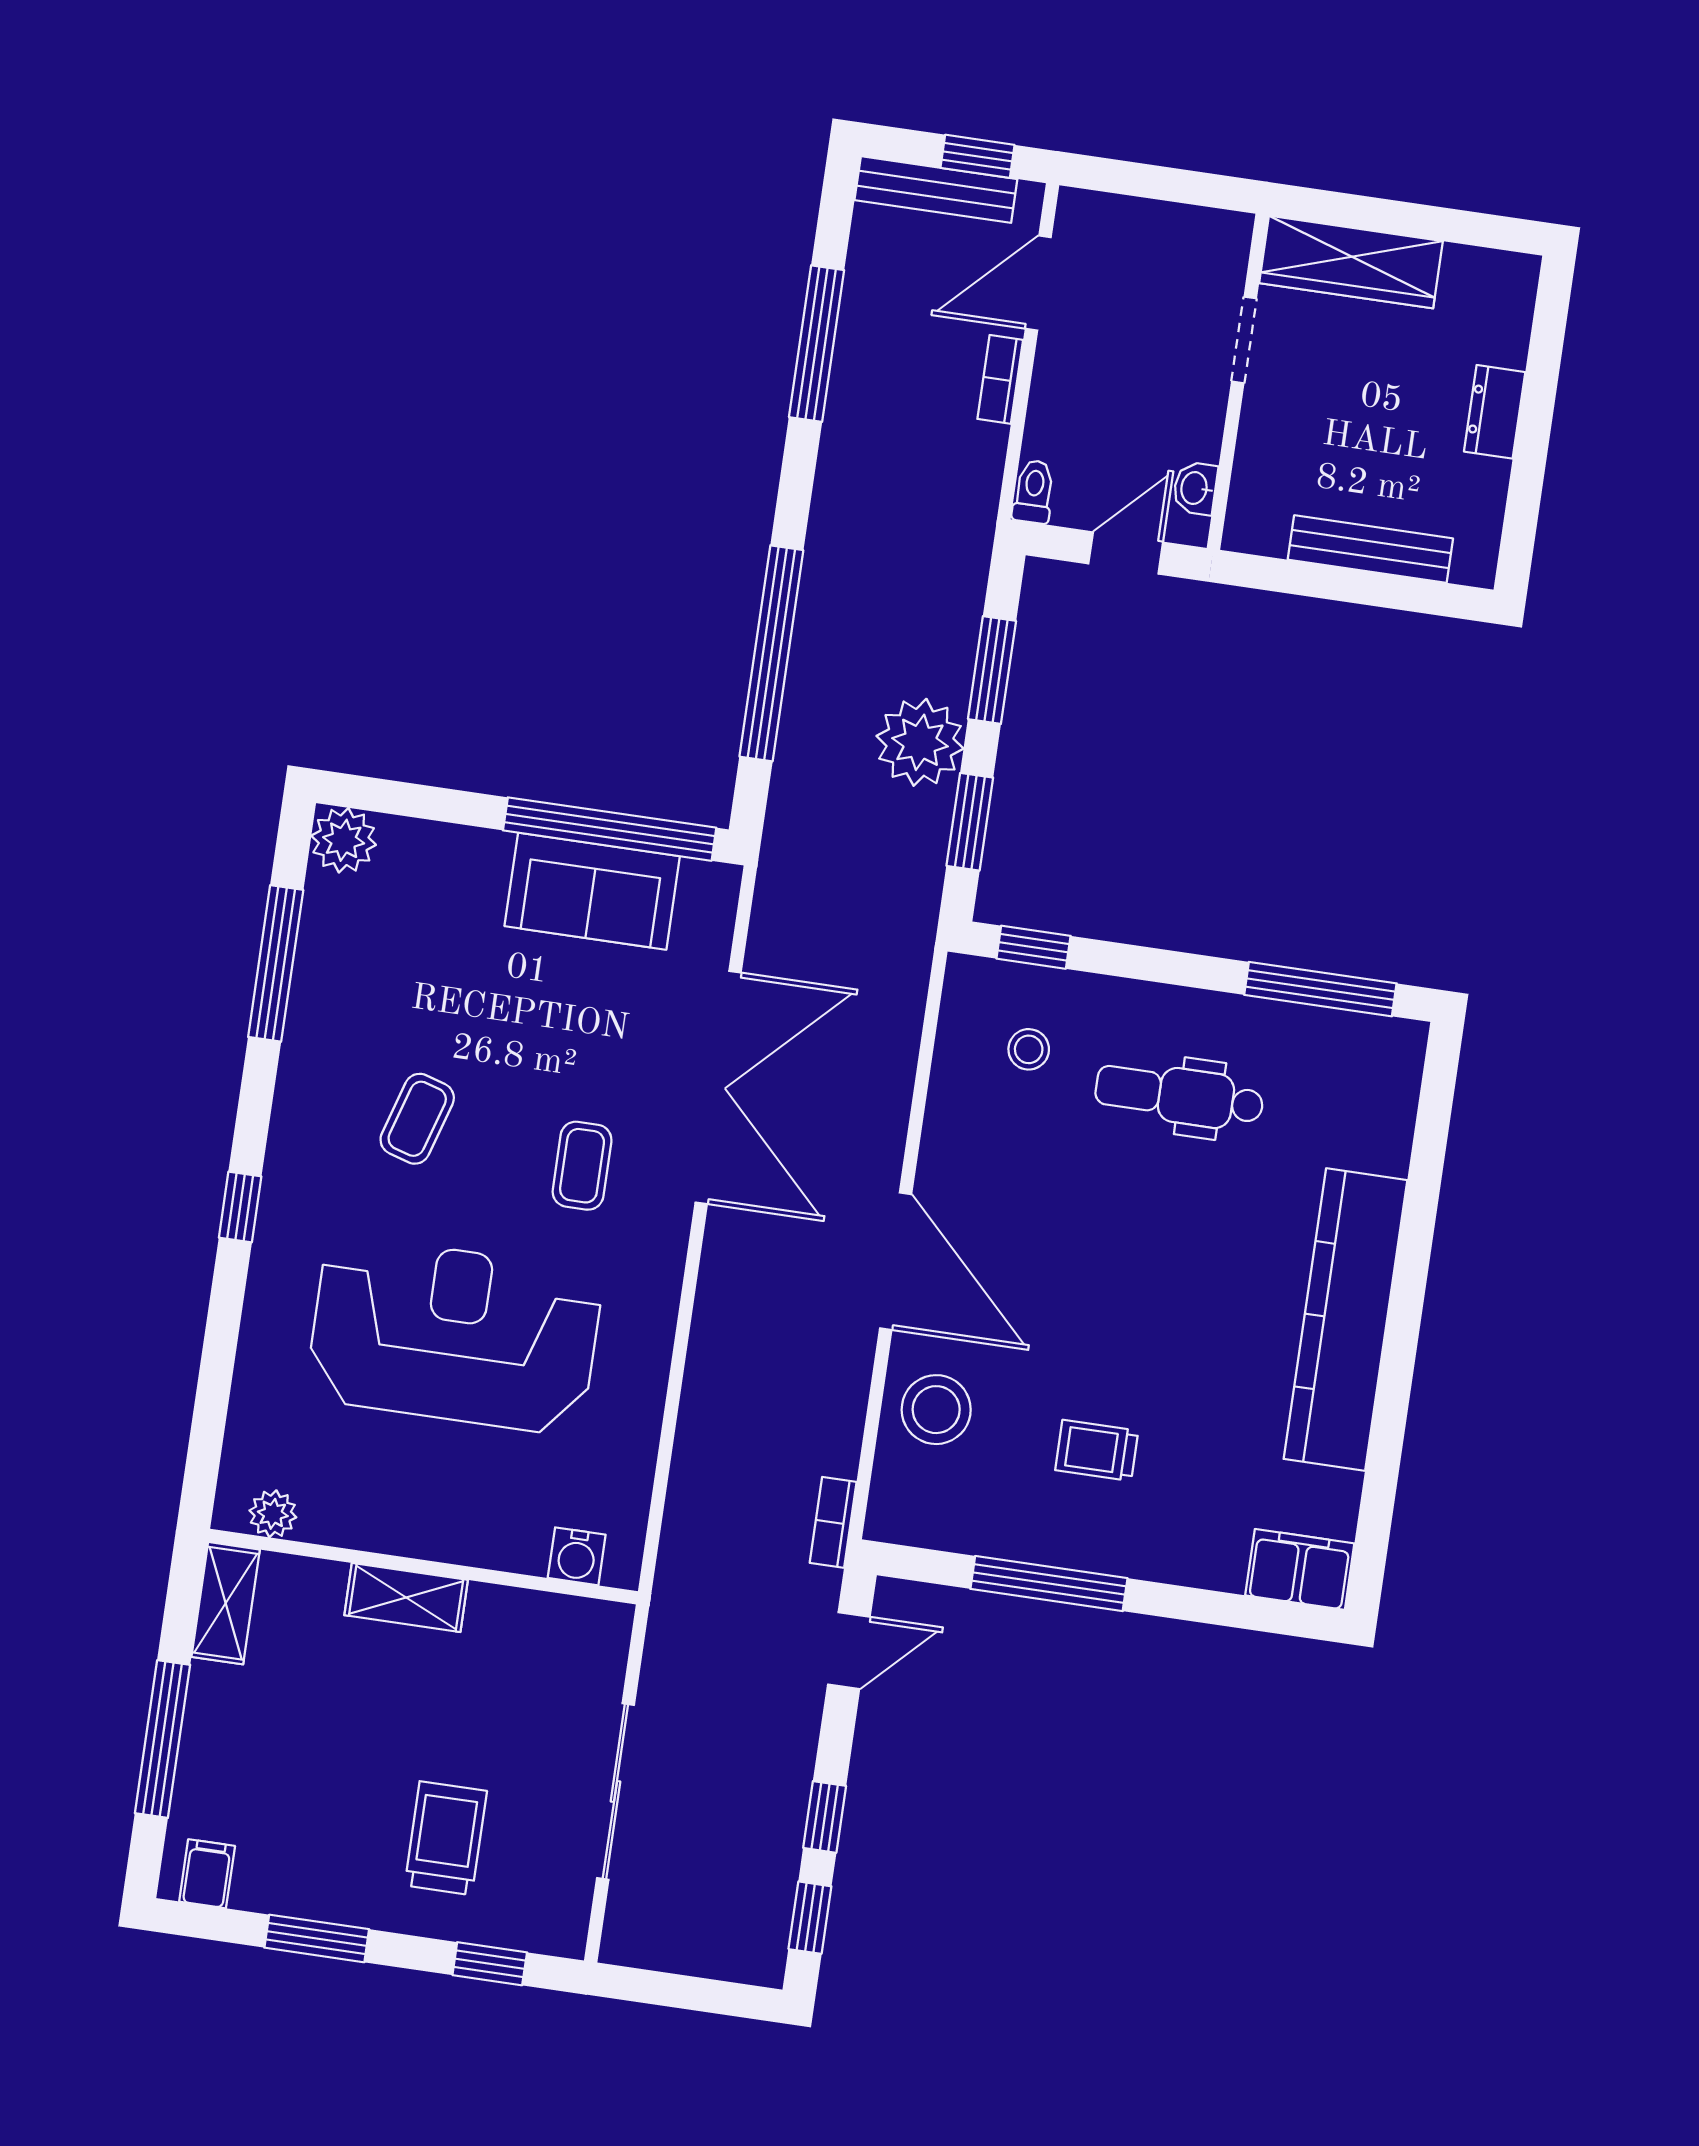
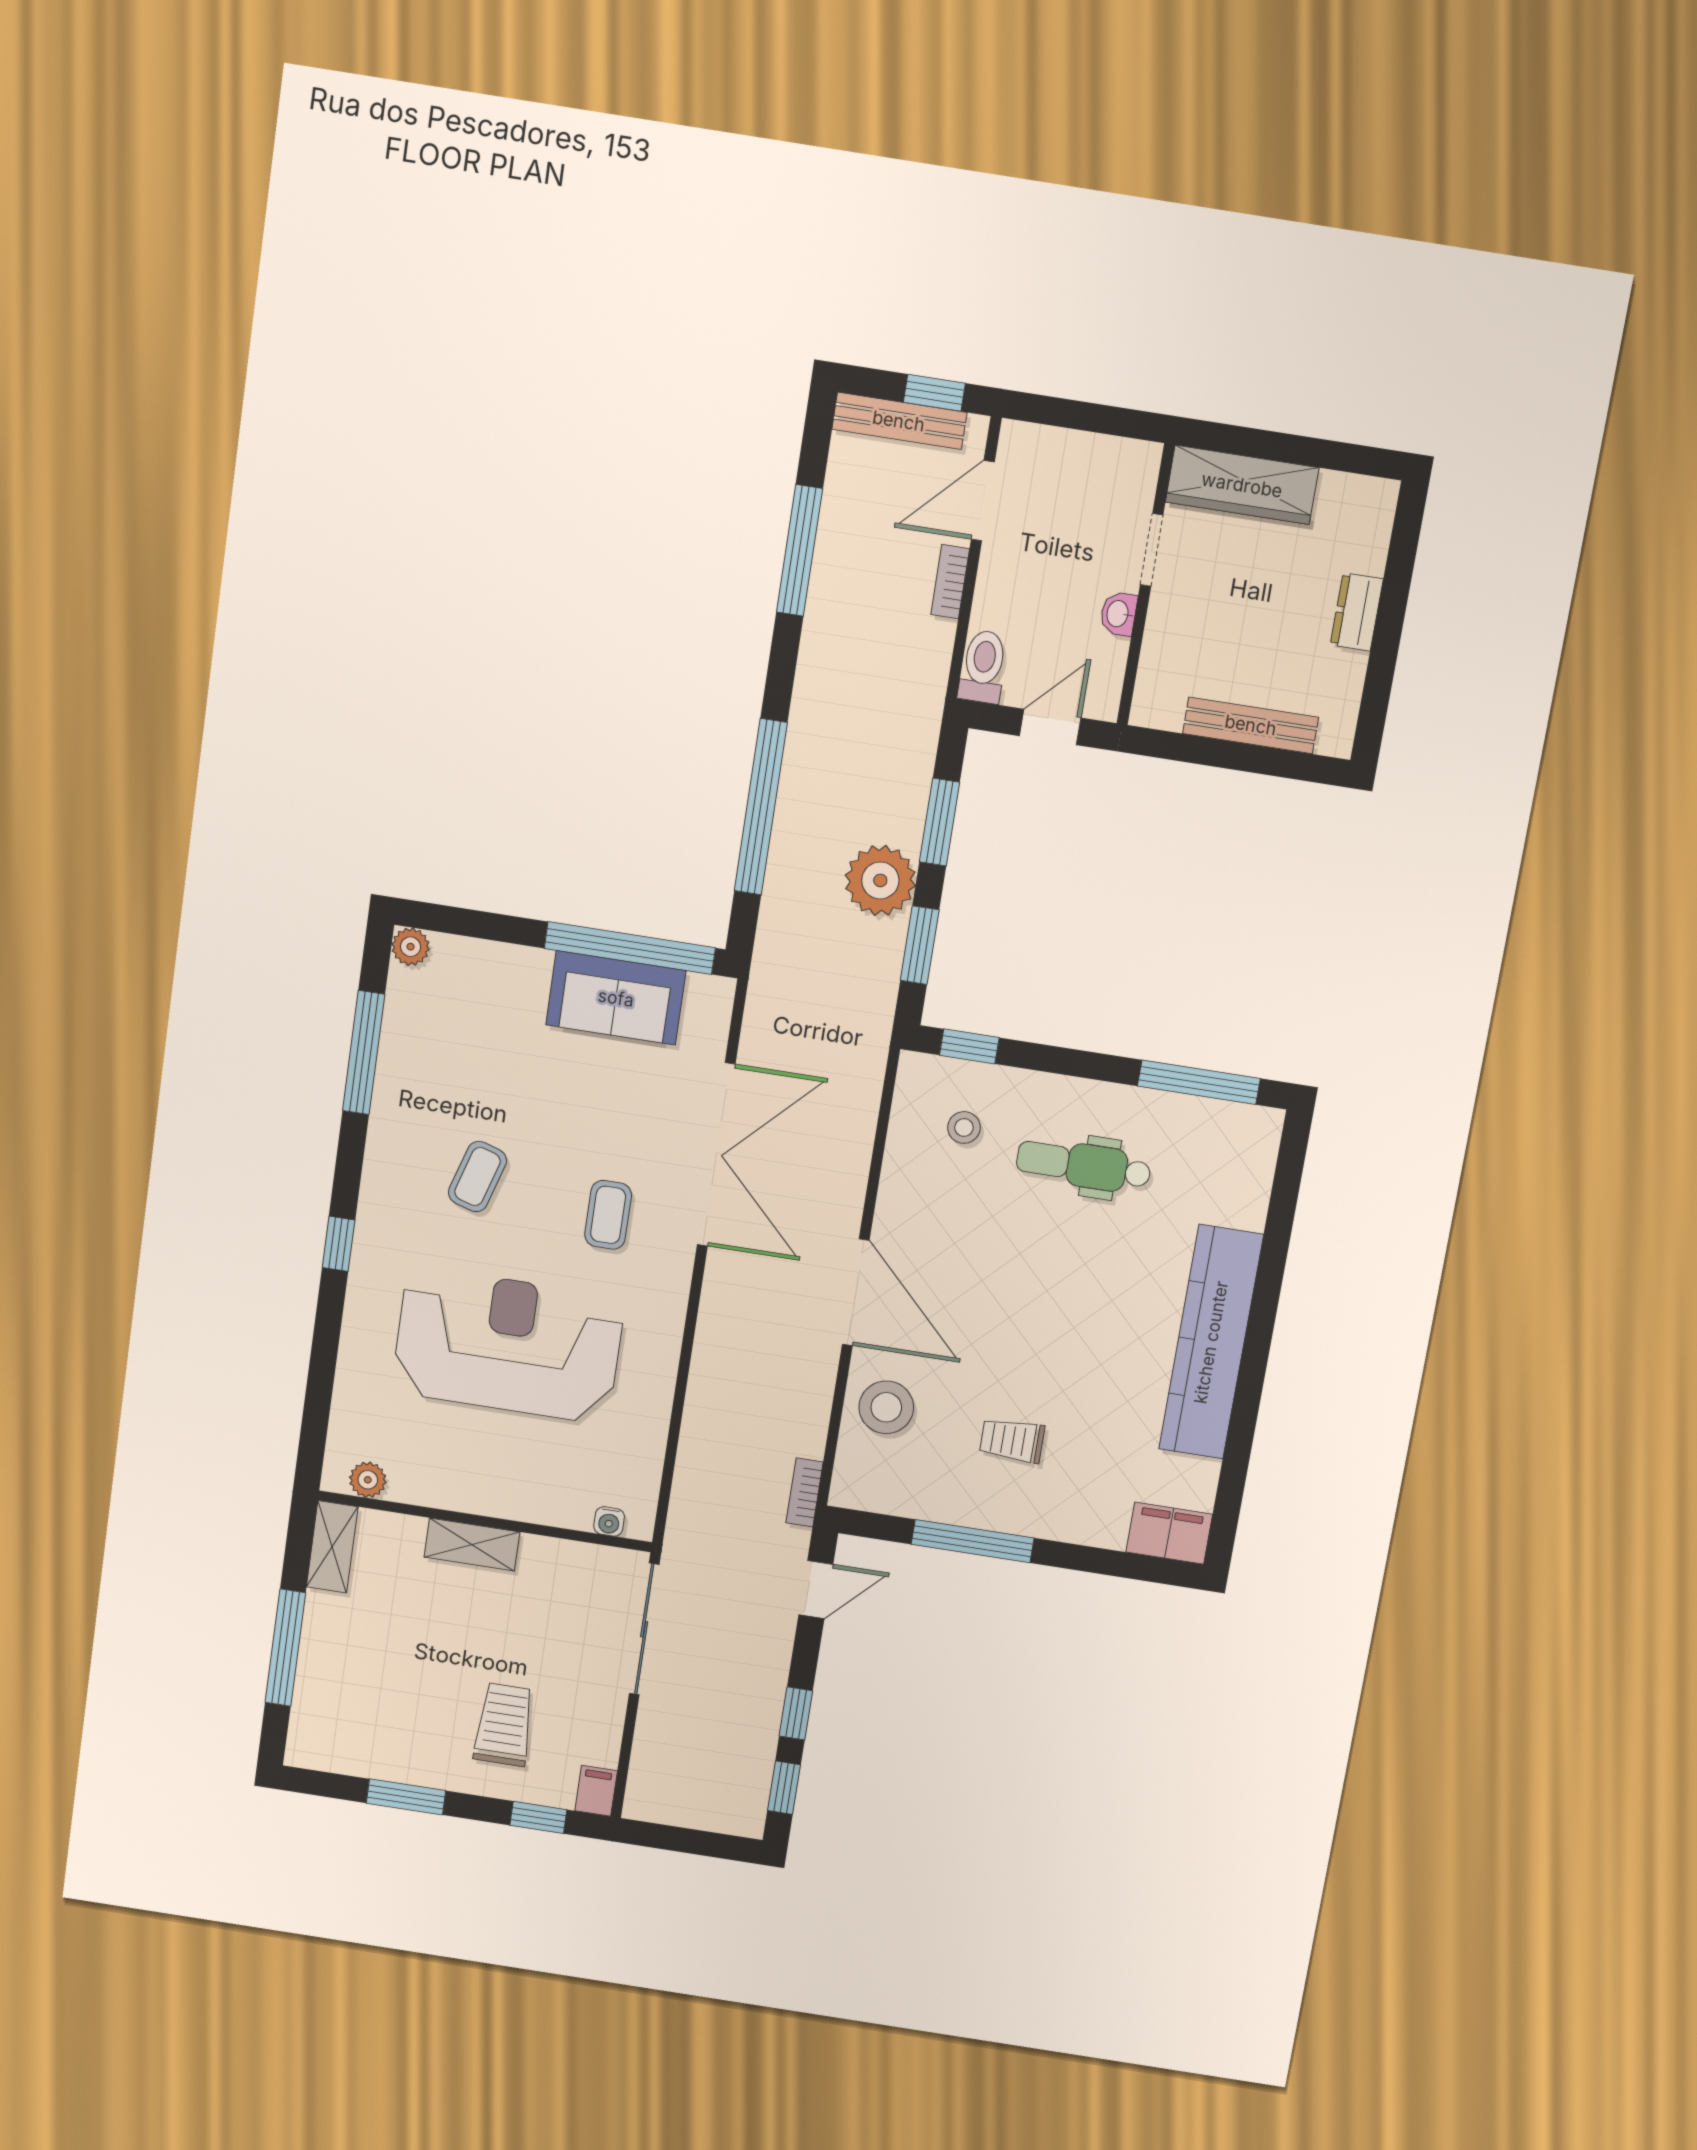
washbasin: (1195, 488) -> (1118, 614), moved
toilet: (1034, 492) -> (983, 667), width x1.37, depth x1.39
plant: (344, 840) -> (411, 947), width x0.73, depth x0.73
water cooler: (577, 1556) -> (609, 1521), width x0.72, depth x0.72
sliding door: (615, 1792) -> (644, 1629), moved
filing cabinet: (207, 1874) -> (596, 1791), moved

